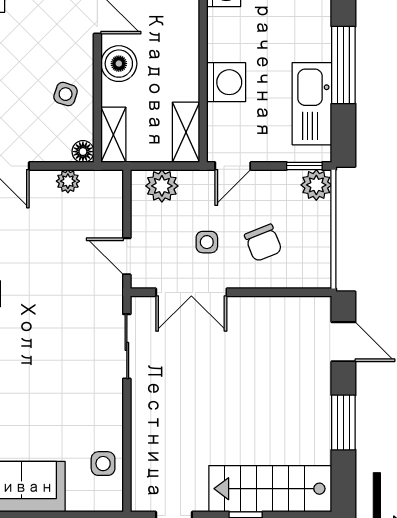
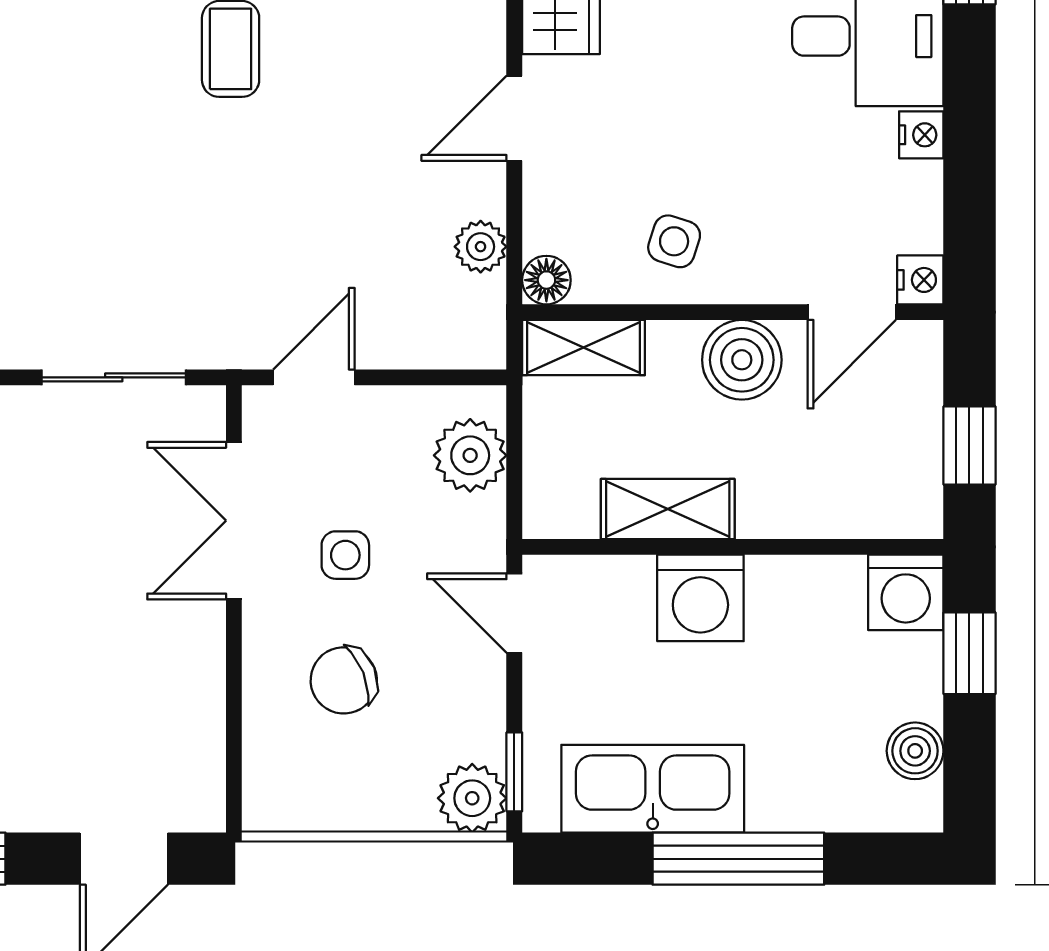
shelving: (186, 132) -> (668, 509), moved

